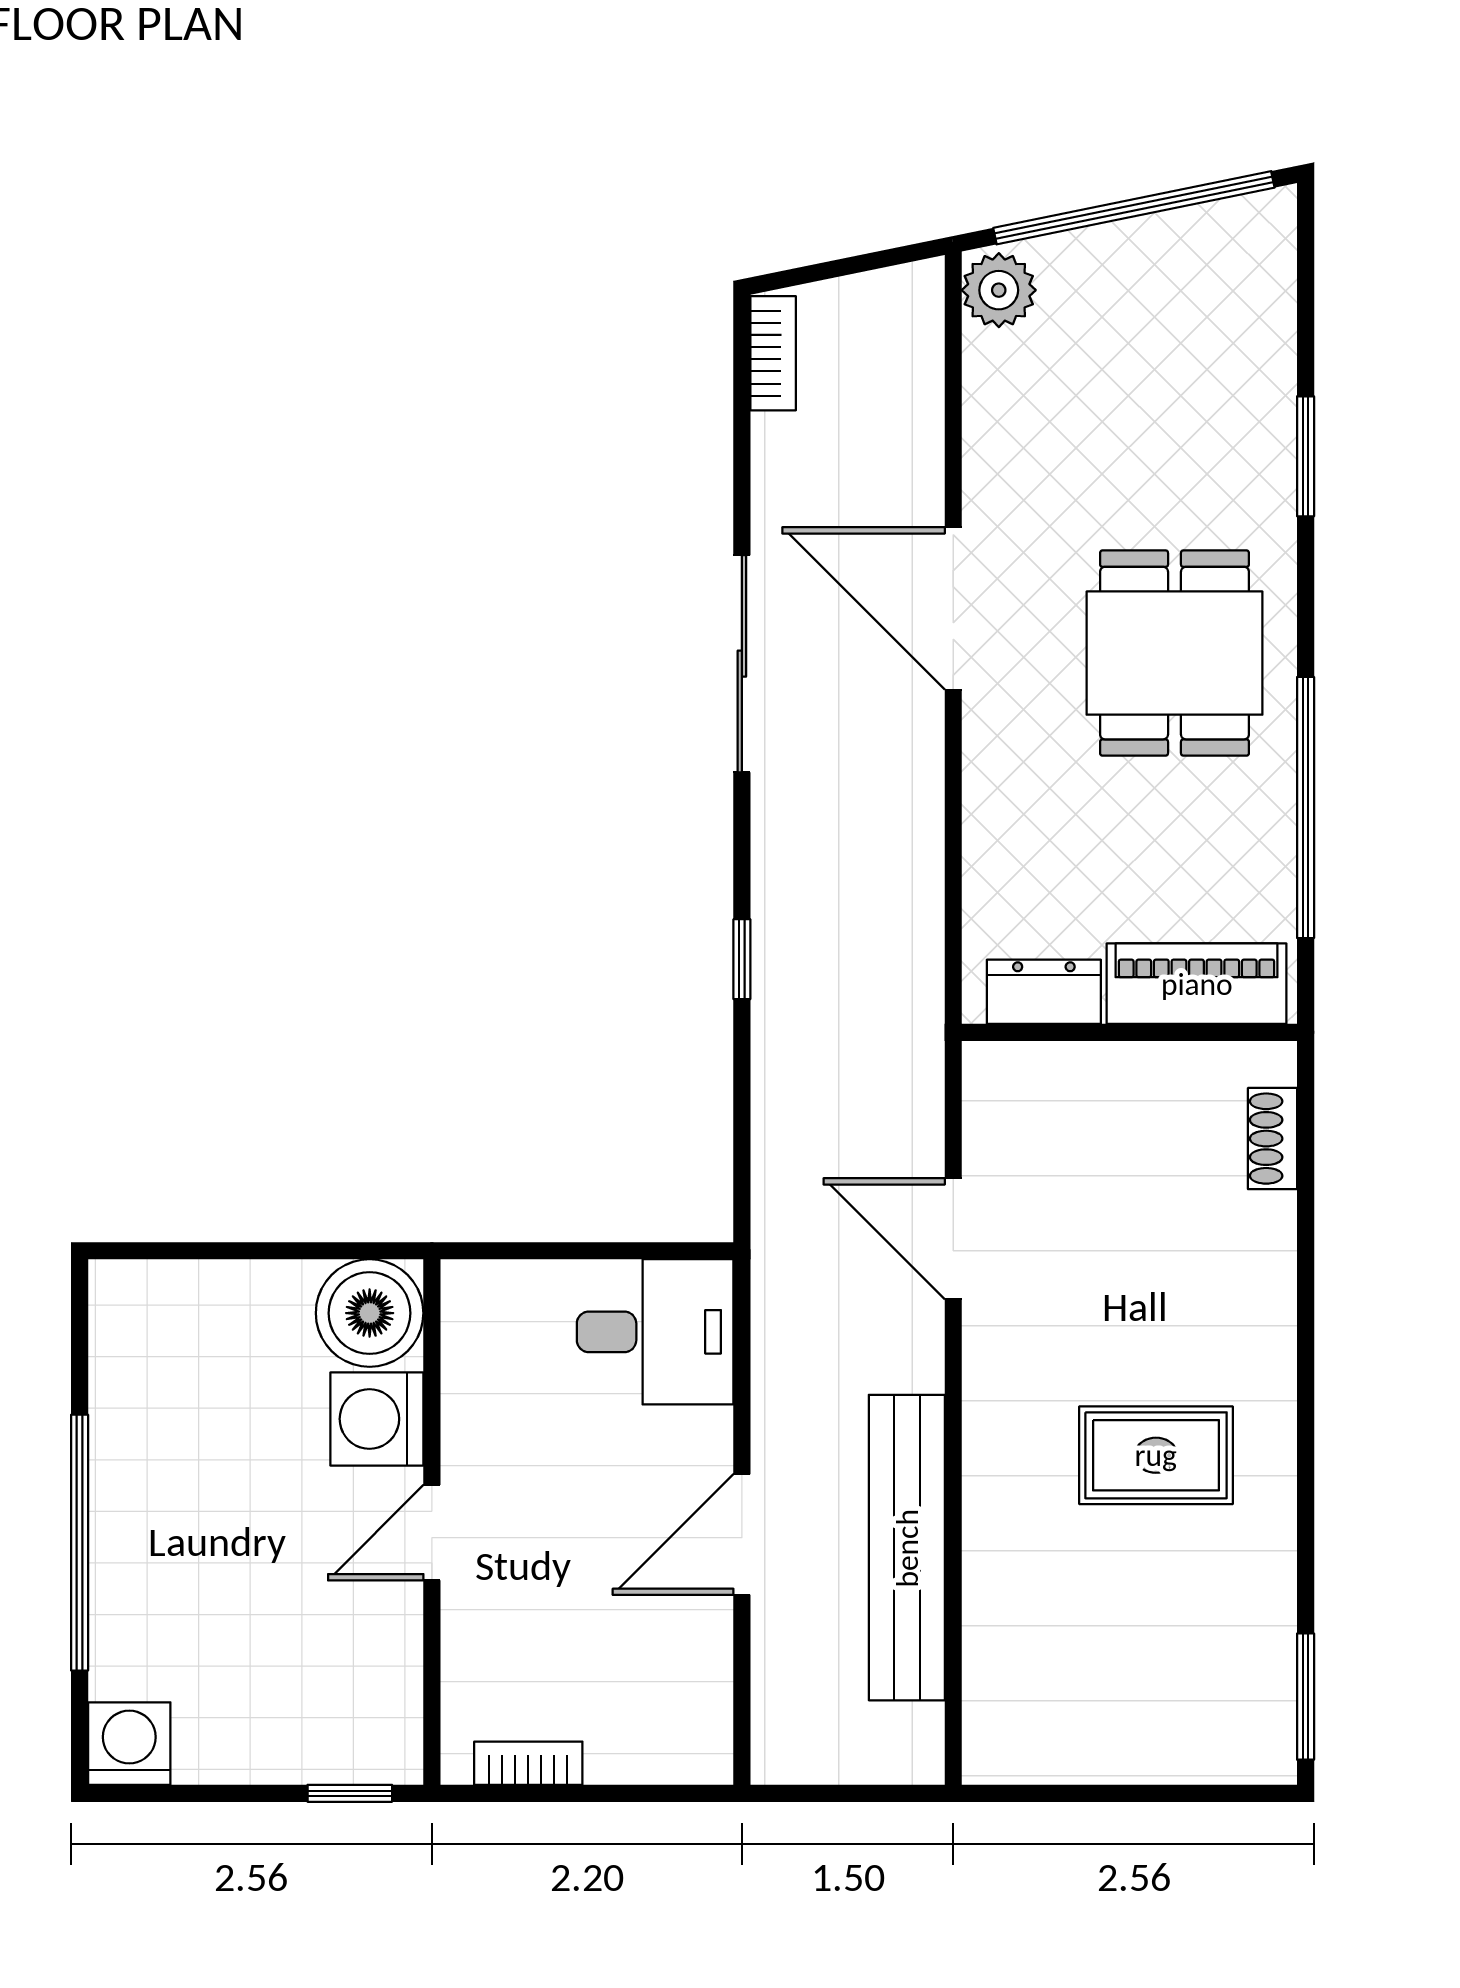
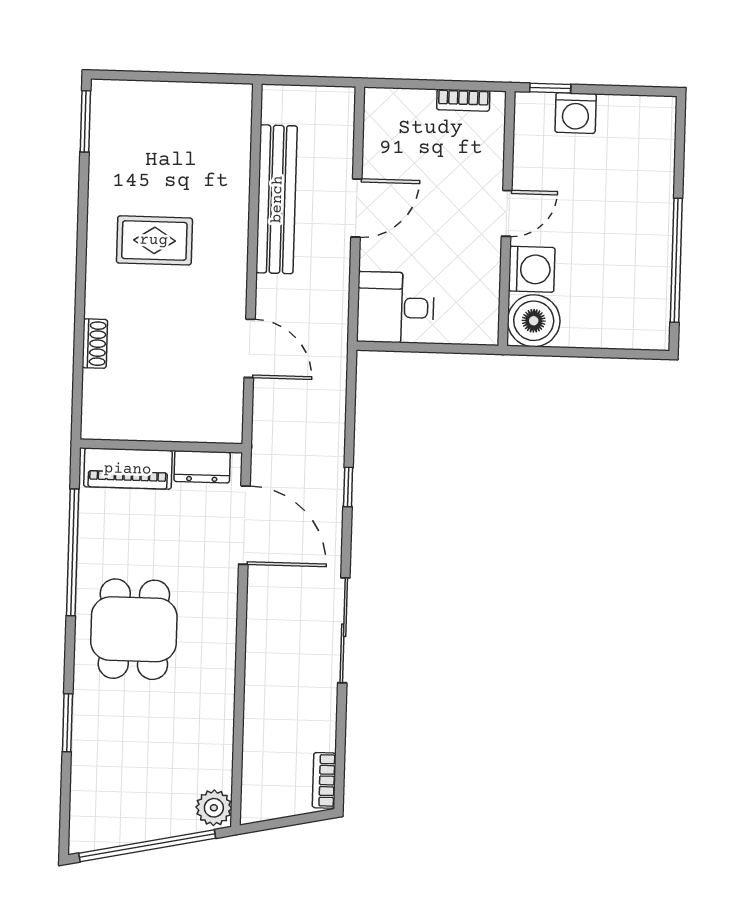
door: (953, 608) -> (244, 525), moved
shoe rack: (1273, 1139) -> (95, 344), moved
window: (80, 1543) -> (676, 260), moved
washing machine: (129, 1744) -> (576, 113), moved

